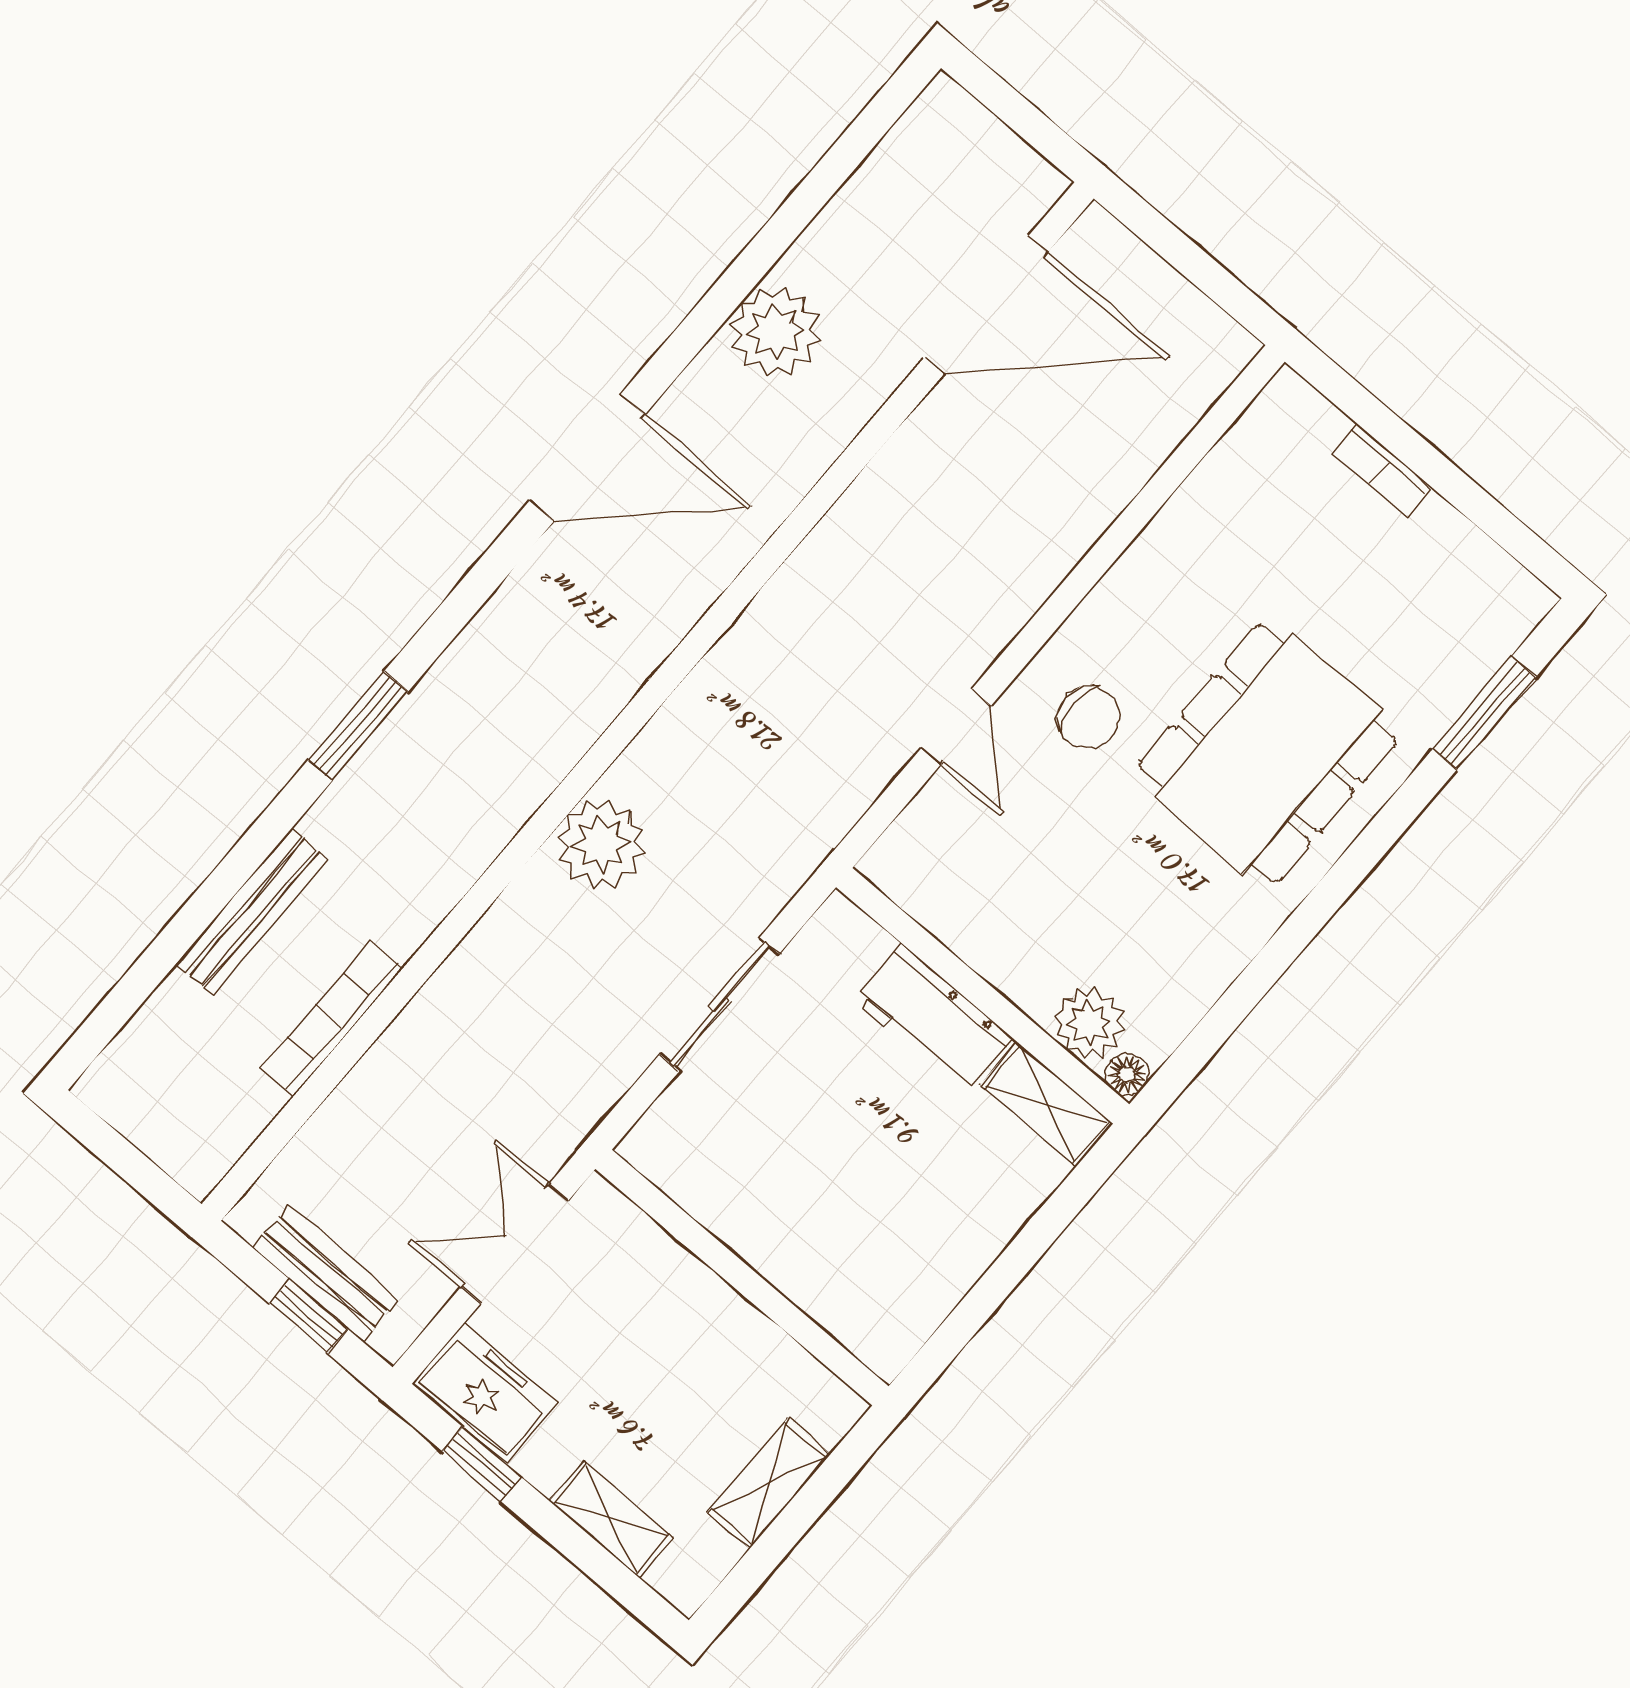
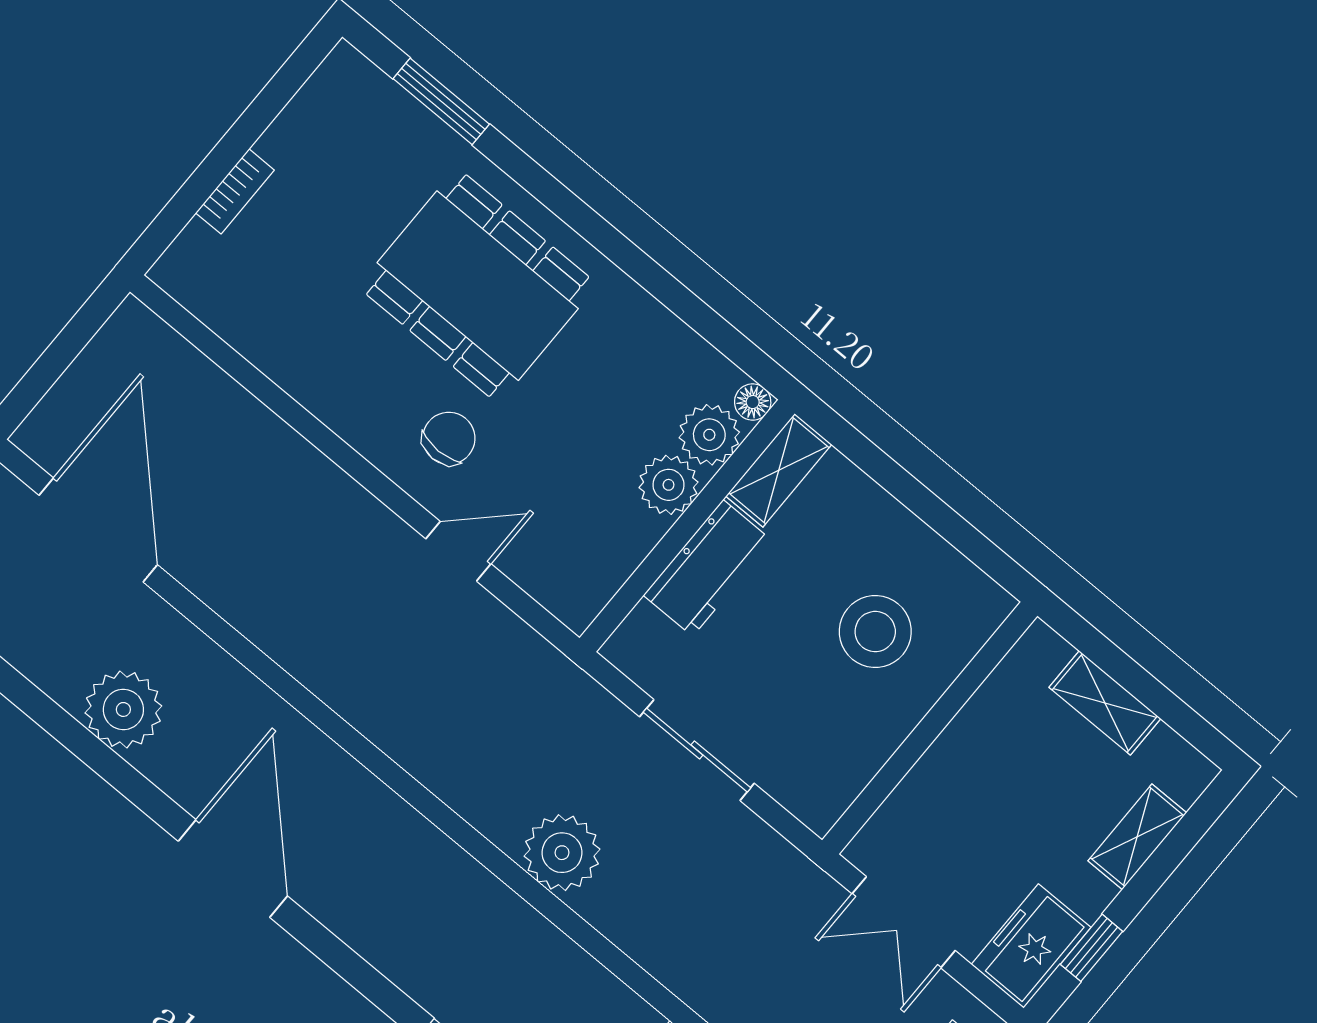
plant: (1031, 975) -> (669, 485), added
stool: (856, 1215) -> (875, 632), added

